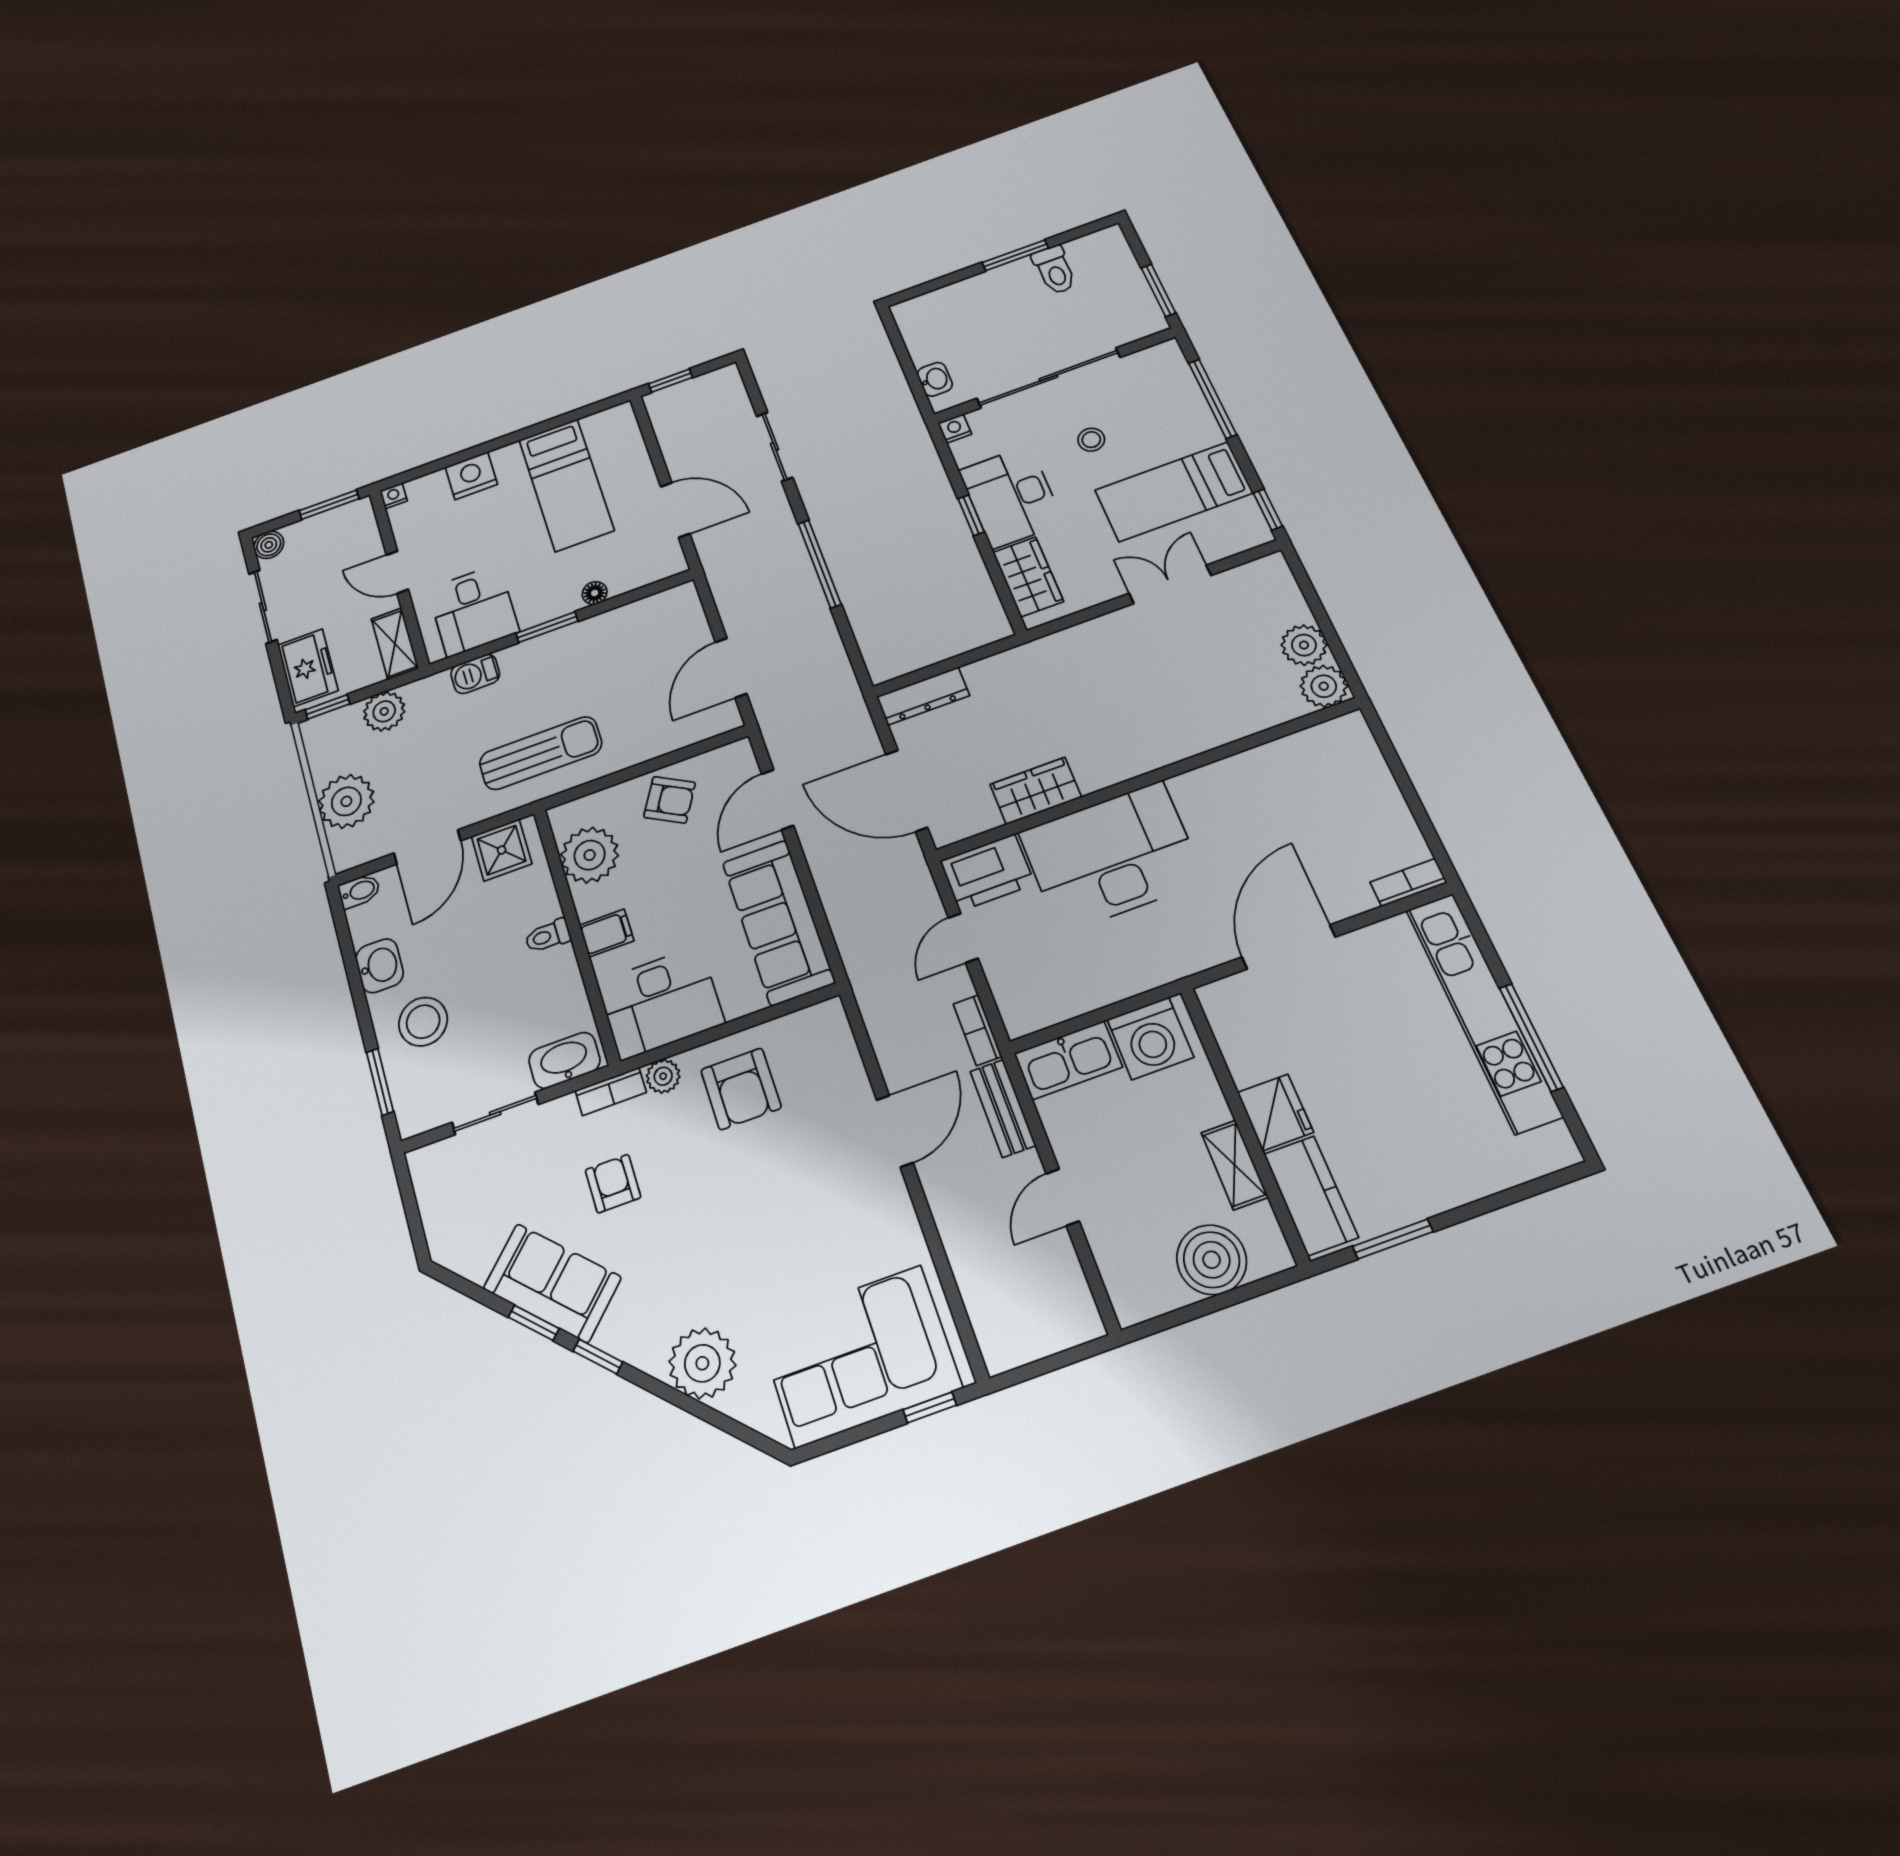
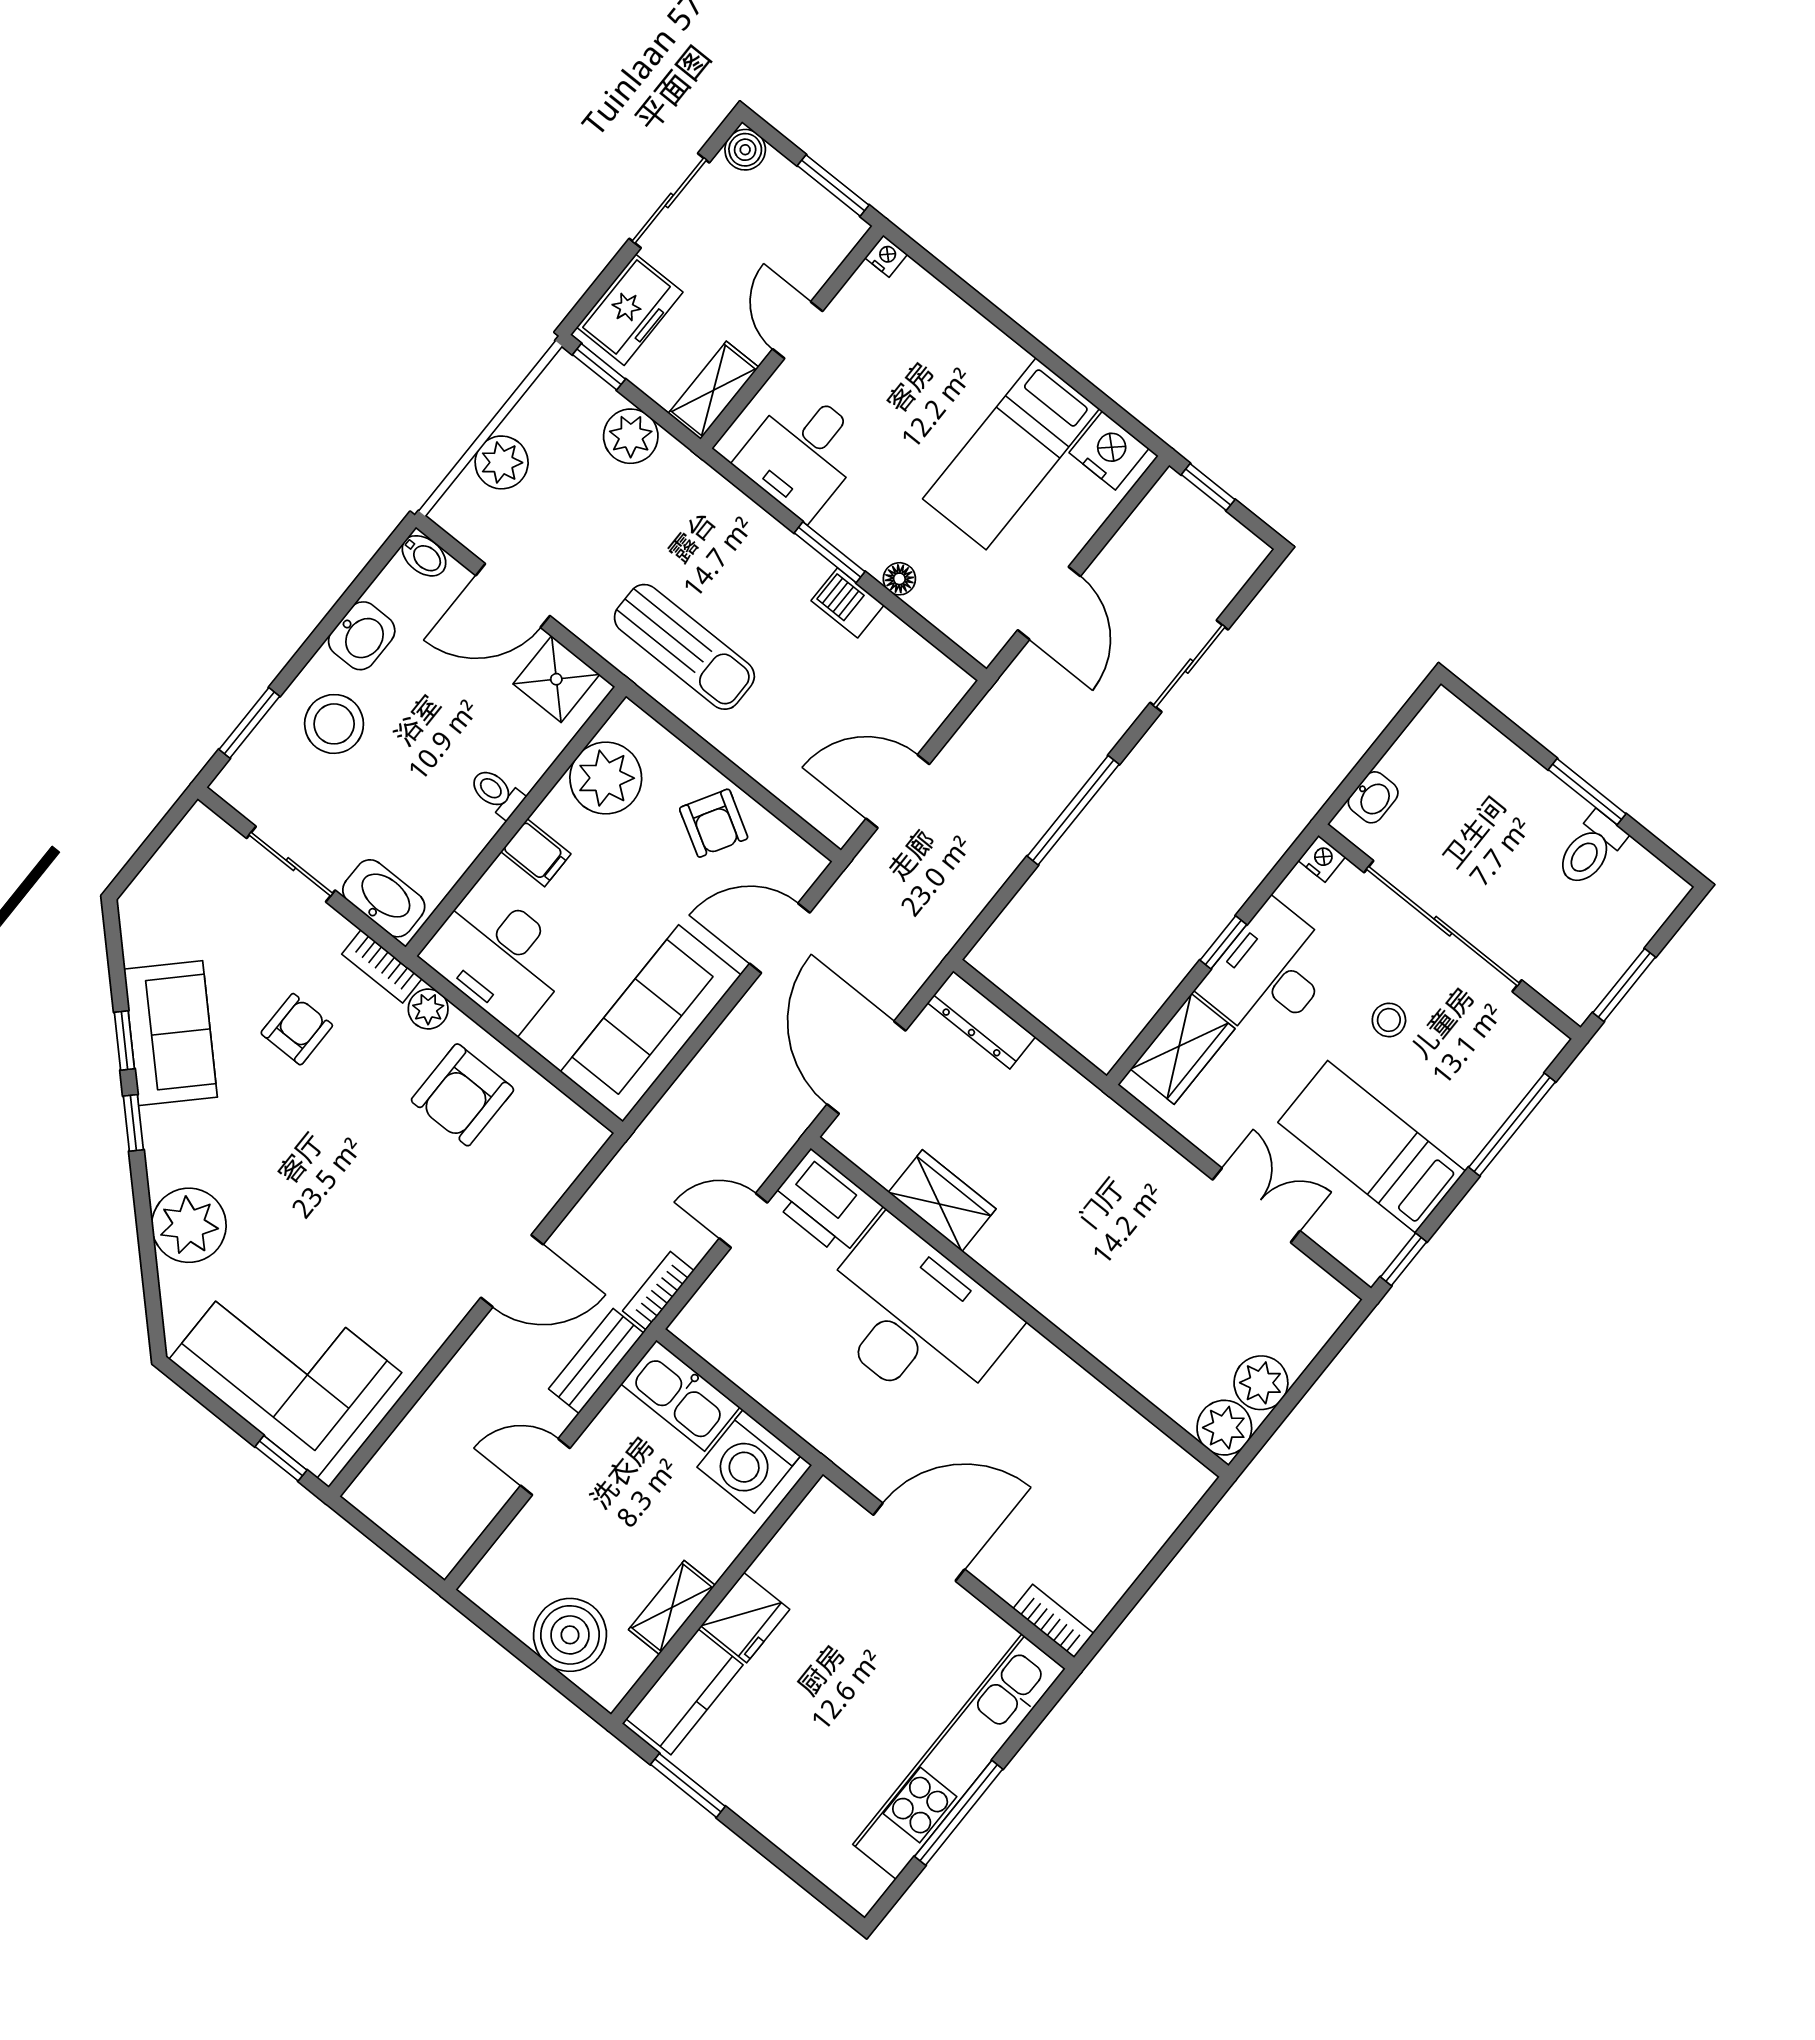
nightstand: (471, 476) -> (1109, 451), moved
barbecue: (475, 674) -> (848, 603), moved
plant: (346, 801) -> (502, 462), width x0.73, depth x0.73

